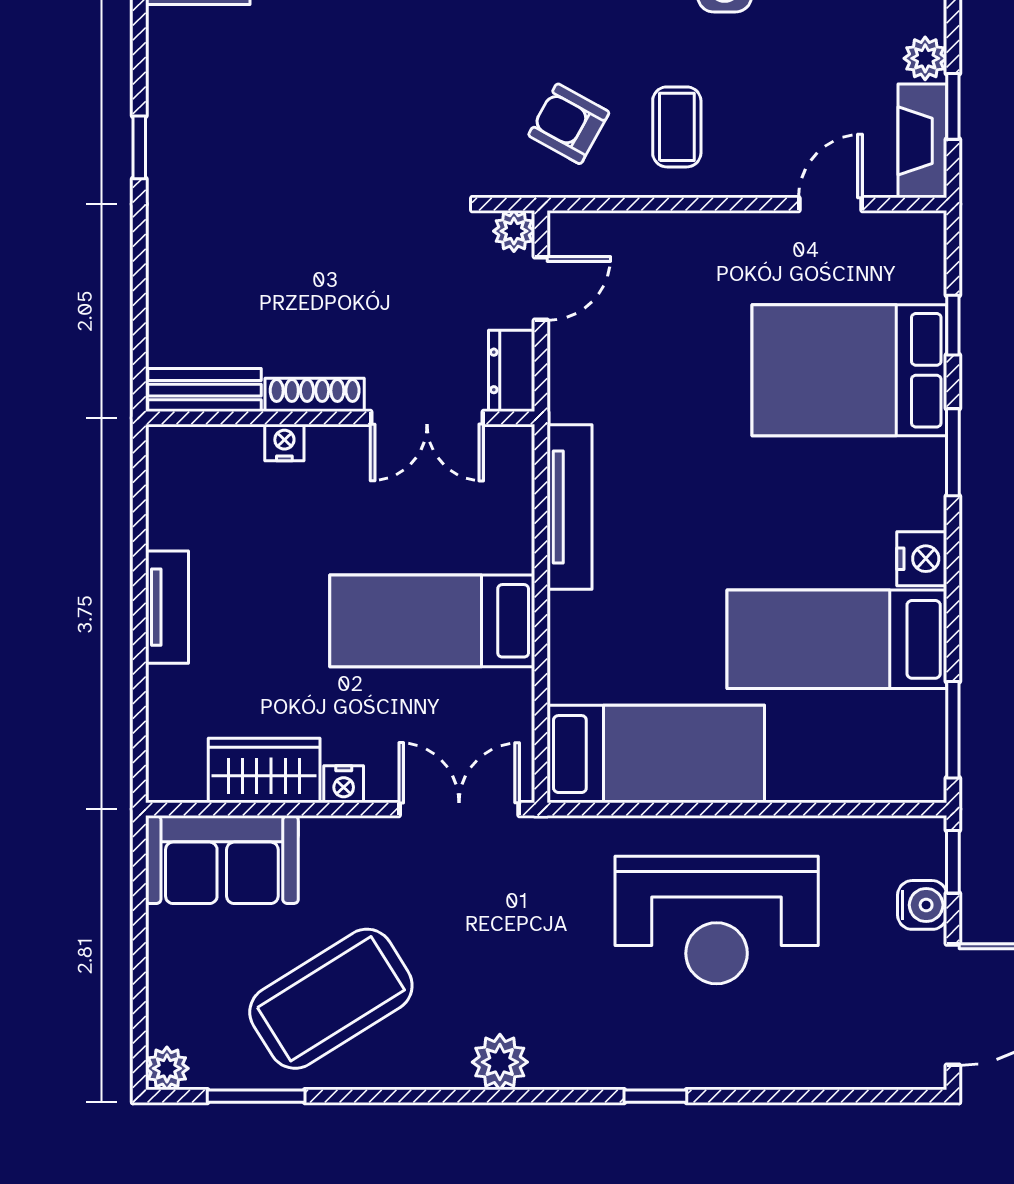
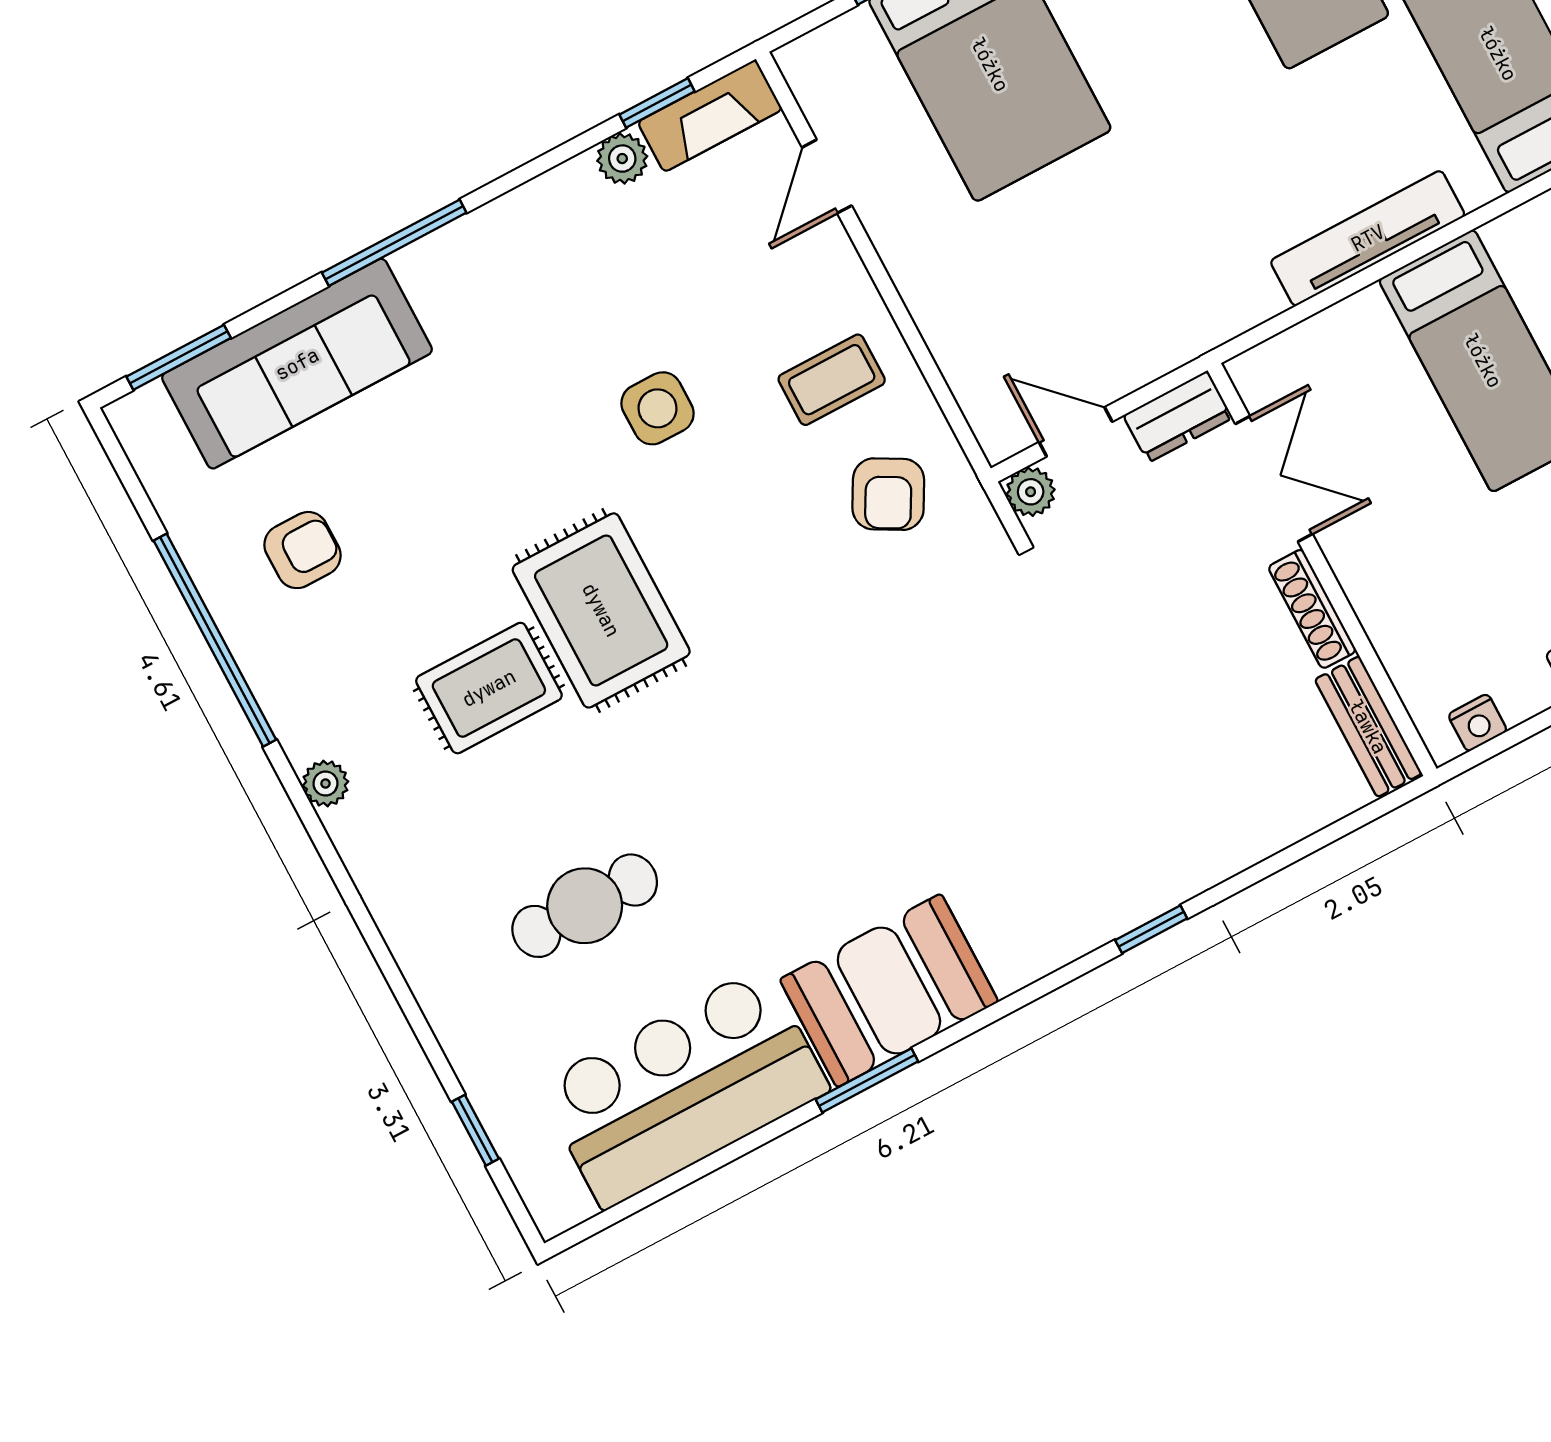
door: (831, 204) -> (827, 176), hinge flipped
nightstand: (284, 443) -> (1478, 723), moved, turned -90
tv unit: (569, 507) -> (1368, 238), moved

